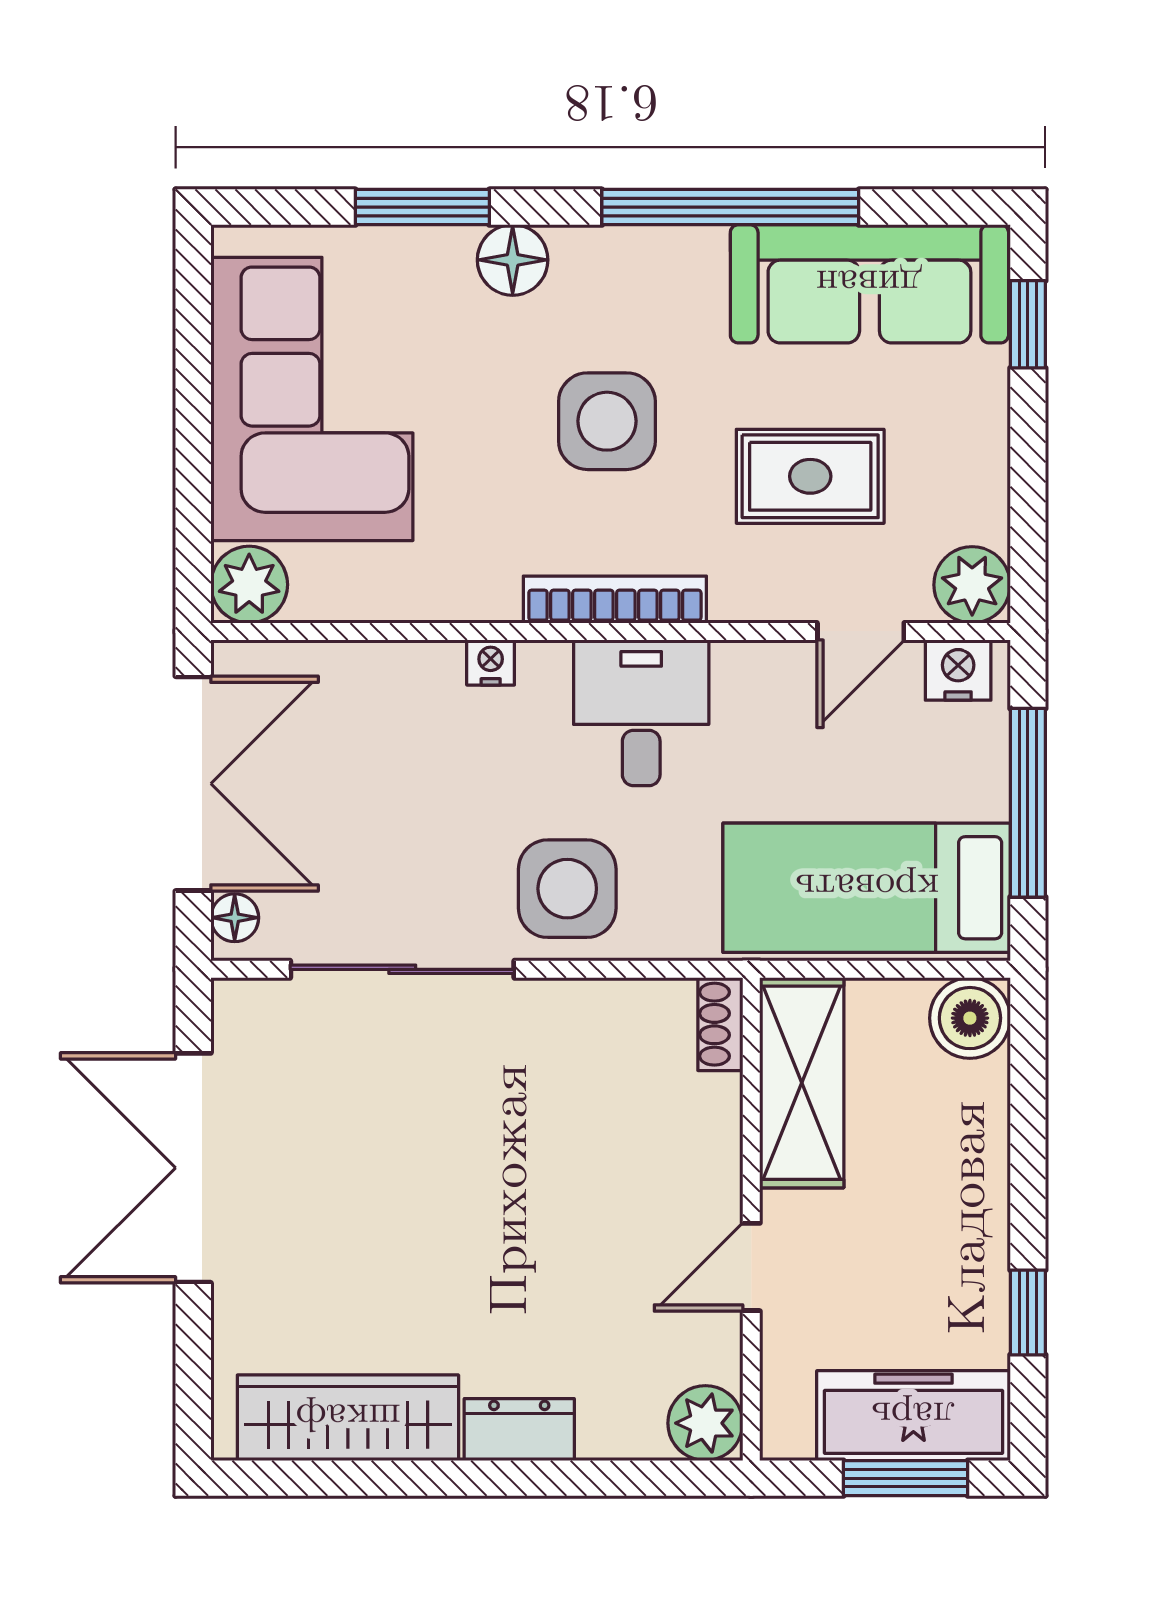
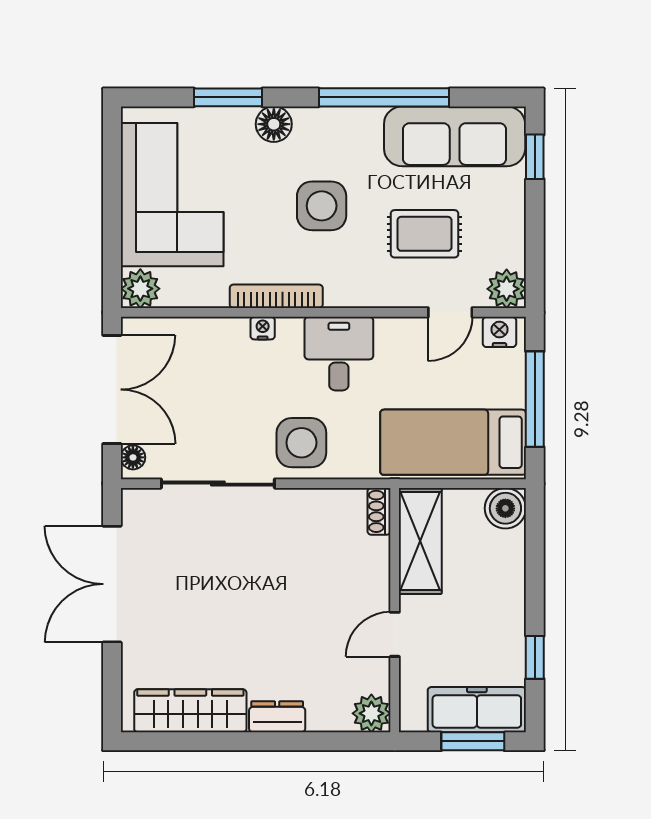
bookcase: (615, 600) -> (276, 296), moved

